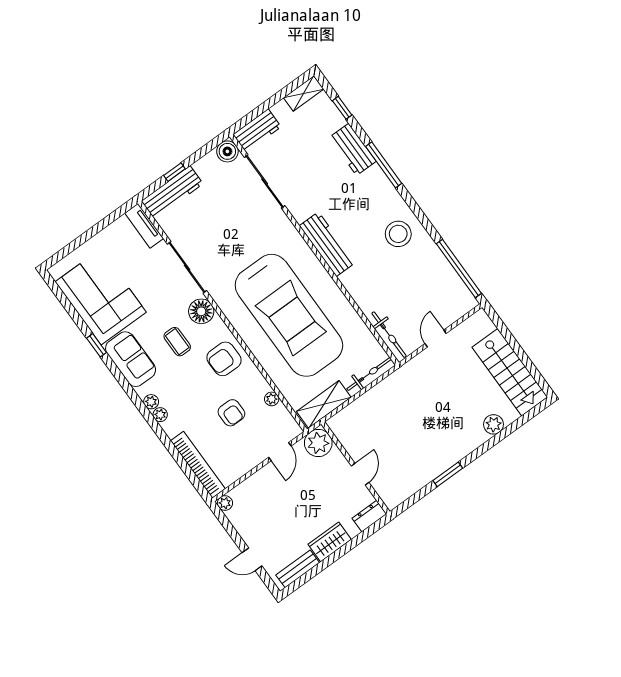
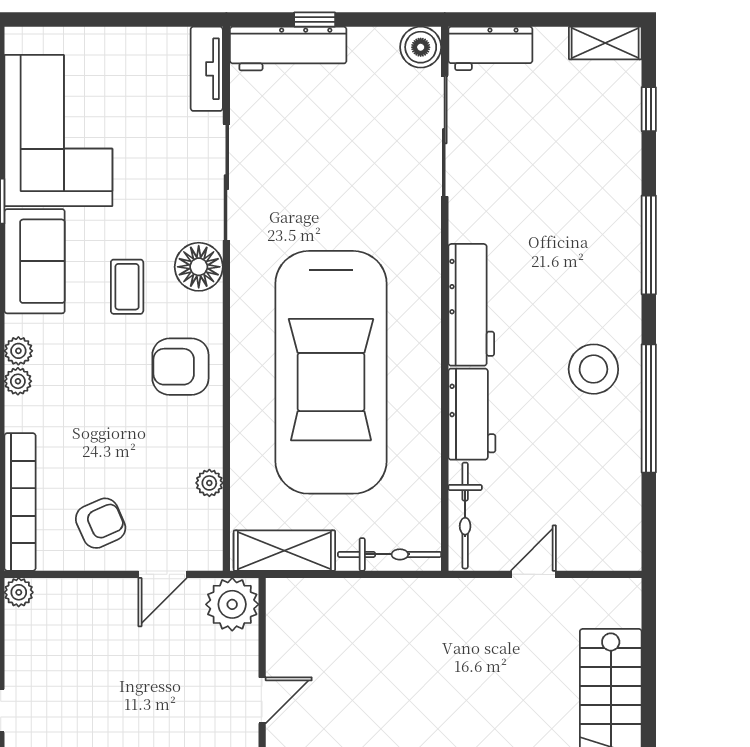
workbench: (353, 149) -> (472, 414), moved, turned 180
window: (459, 269) -> (649, 408), moved
armchair: (231, 413) -> (101, 523), moved, turned -114

